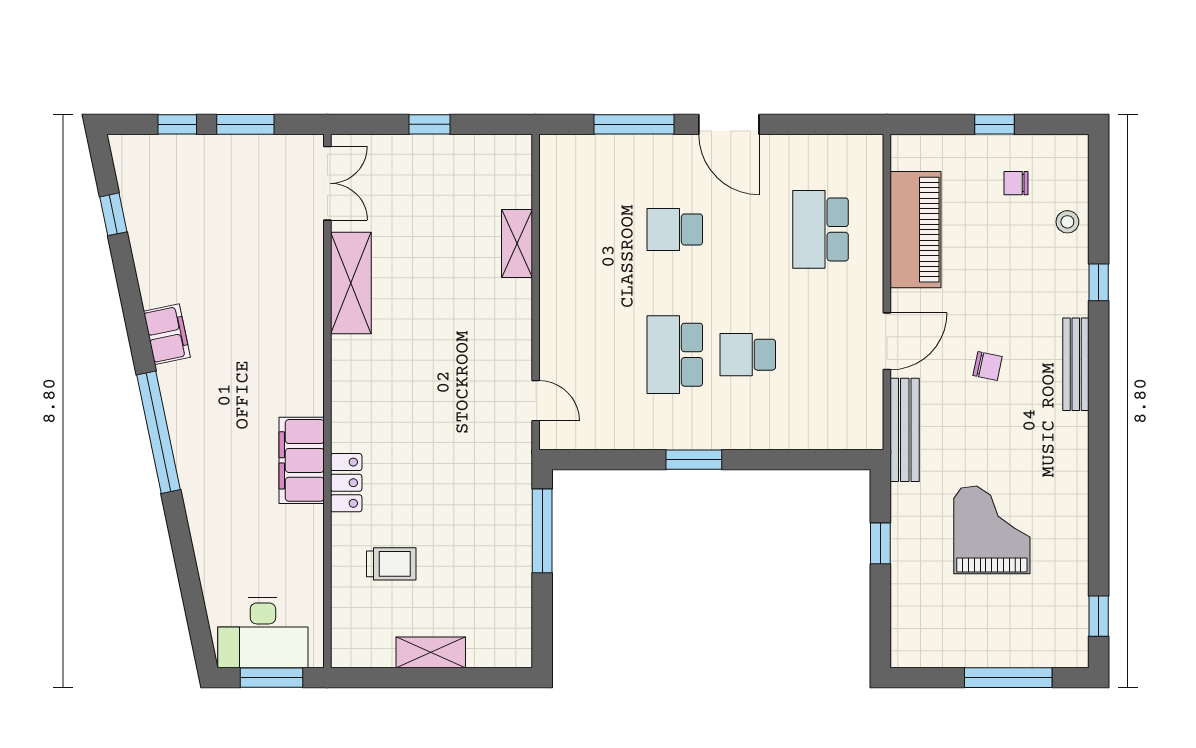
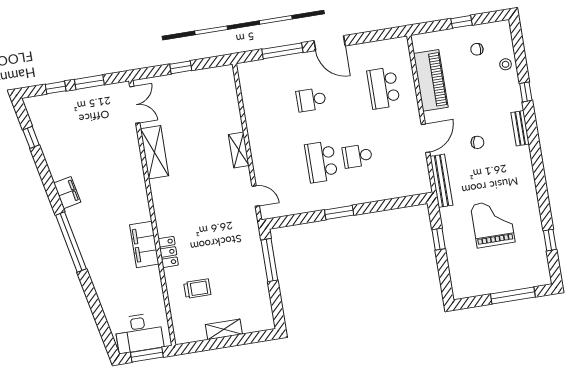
shelving: (517, 243) -> (239, 150), moved
bench: (1076, 364) -> (520, 128), width x0.73
window: (1099, 616) -> (550, 240), moved

